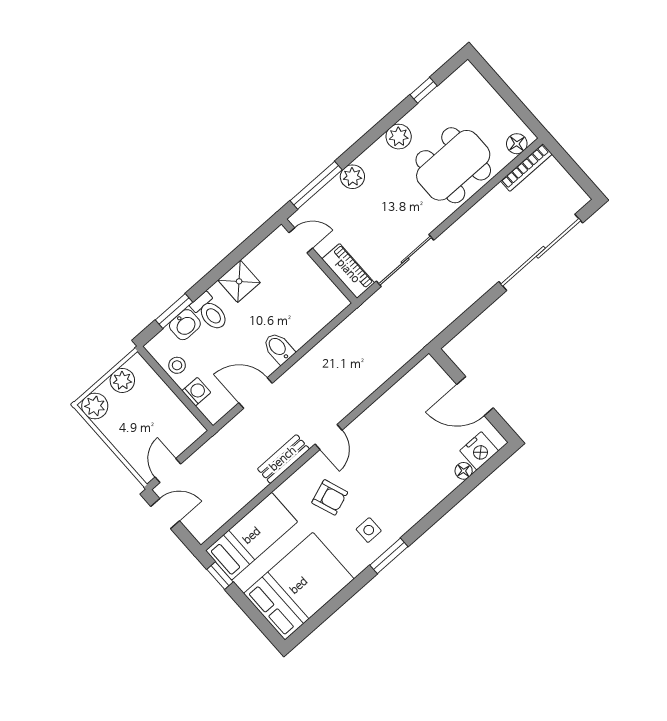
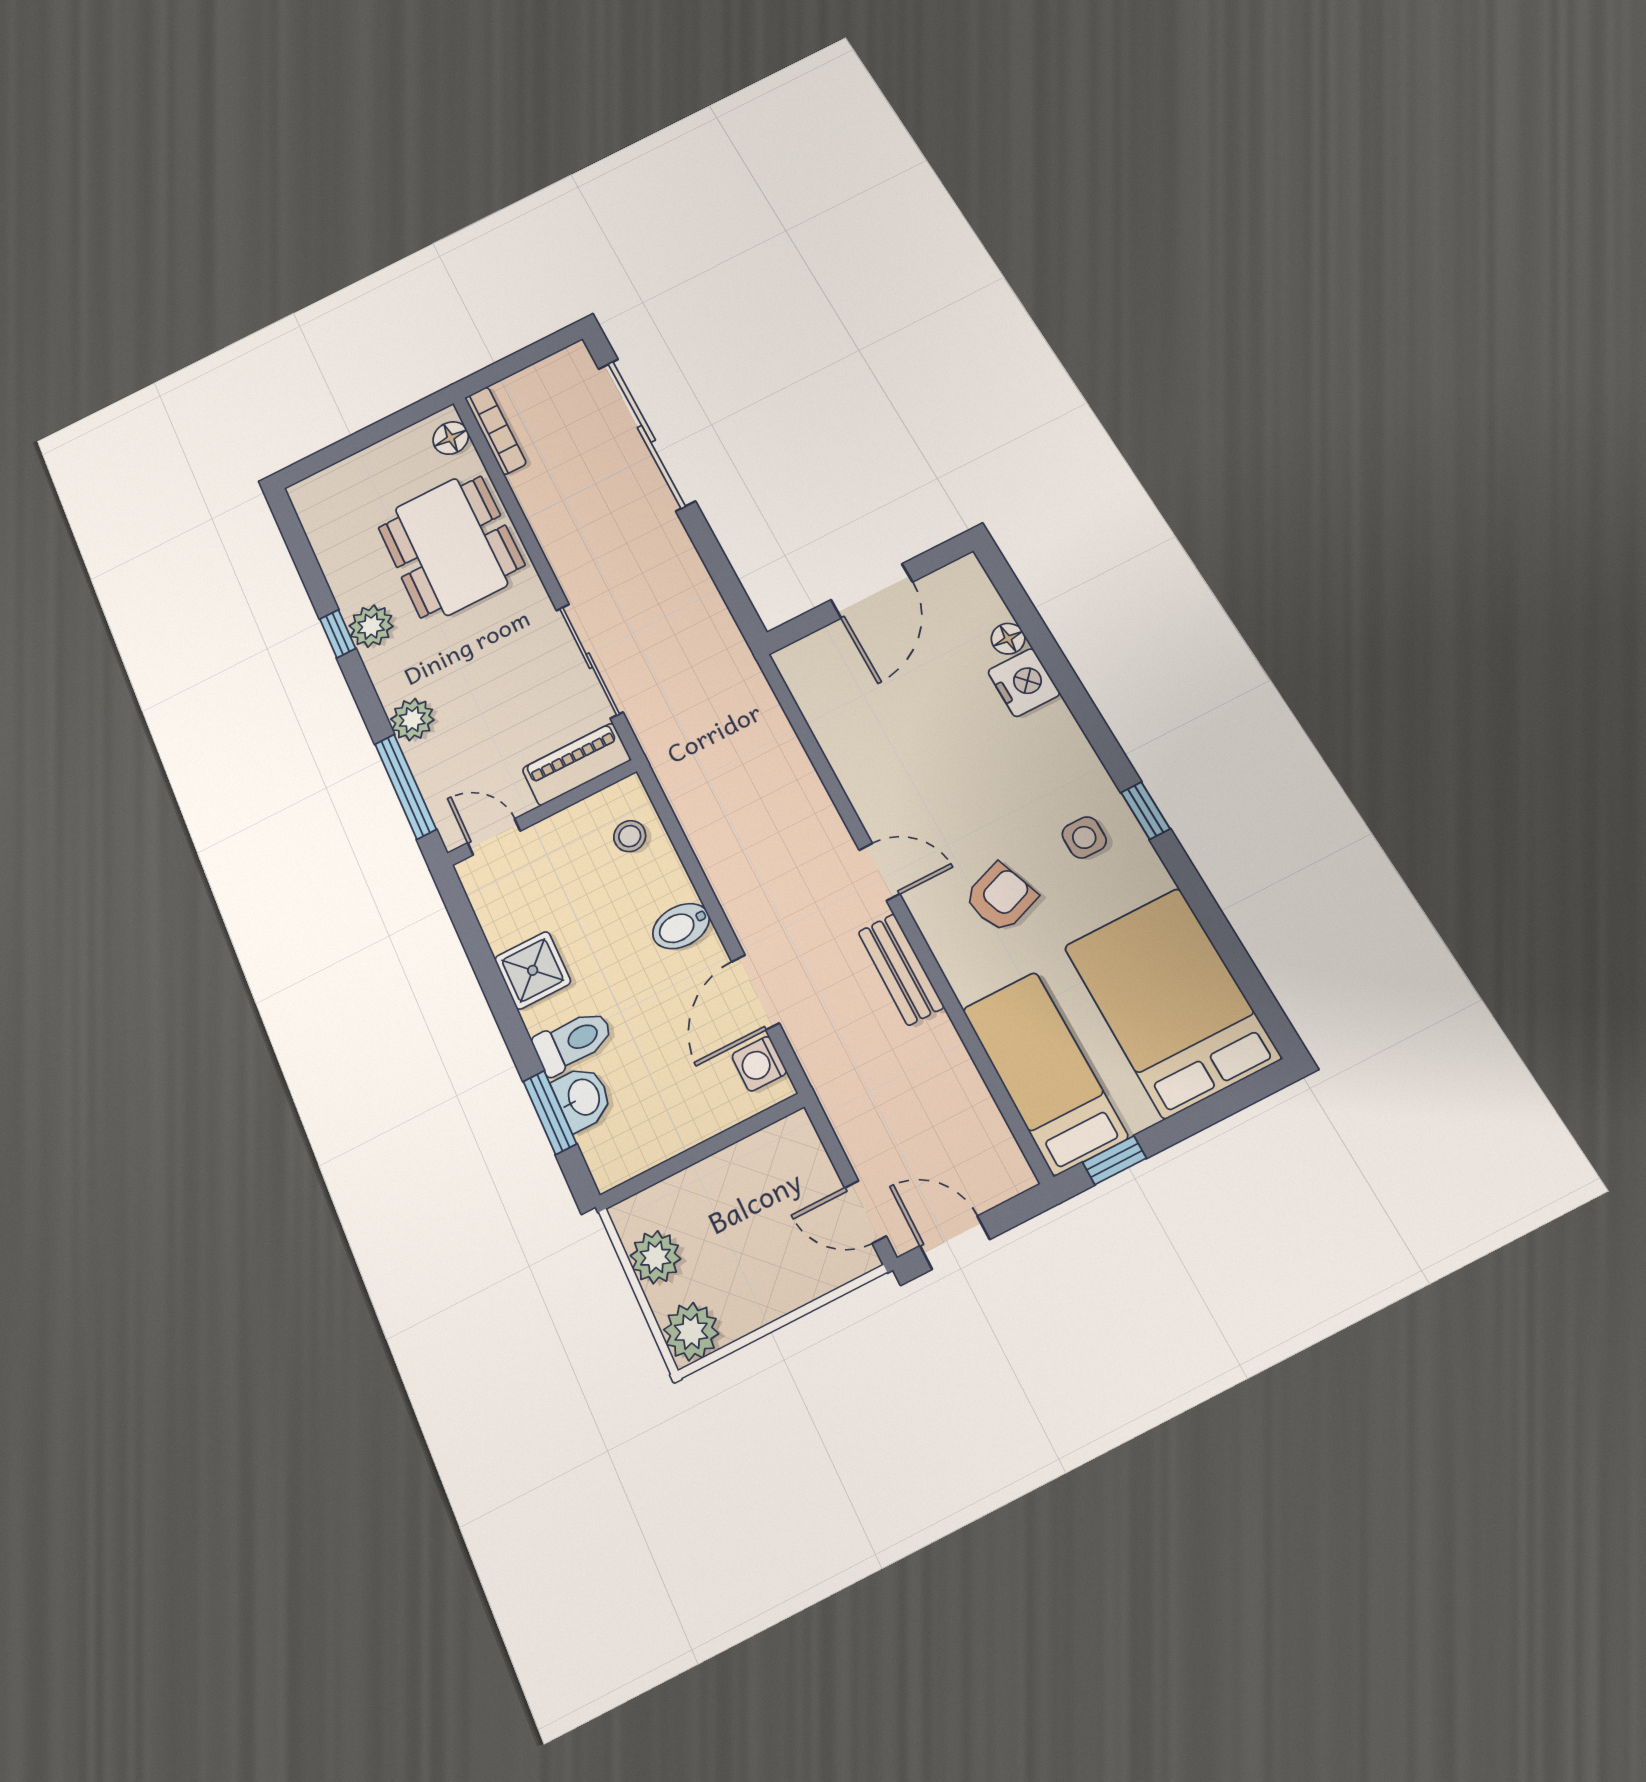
window: (424, 90) -> (338, 634), moved
door: (301, 240) -> (494, 837), hinge flipped
stool: (177, 365) -> (630, 836), moved
washing machine: (196, 392) -> (759, 1064), moved, turned -90
nightstand: (479, 451) -> (1024, 683), moved
door: (165, 514) -> (955, 1243), hinge flipped
window: (389, 556) -> (1145, 811), width x0.67

